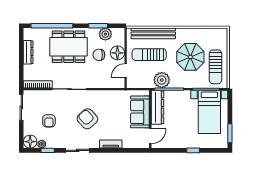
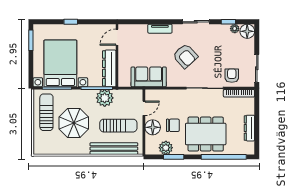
sofa: (140, 112) -> (149, 77), moved, turned -90
bed with nightstands: (209, 112) -> (60, 63), width x1.36
armchair: (49, 121) -> (232, 76), moved

